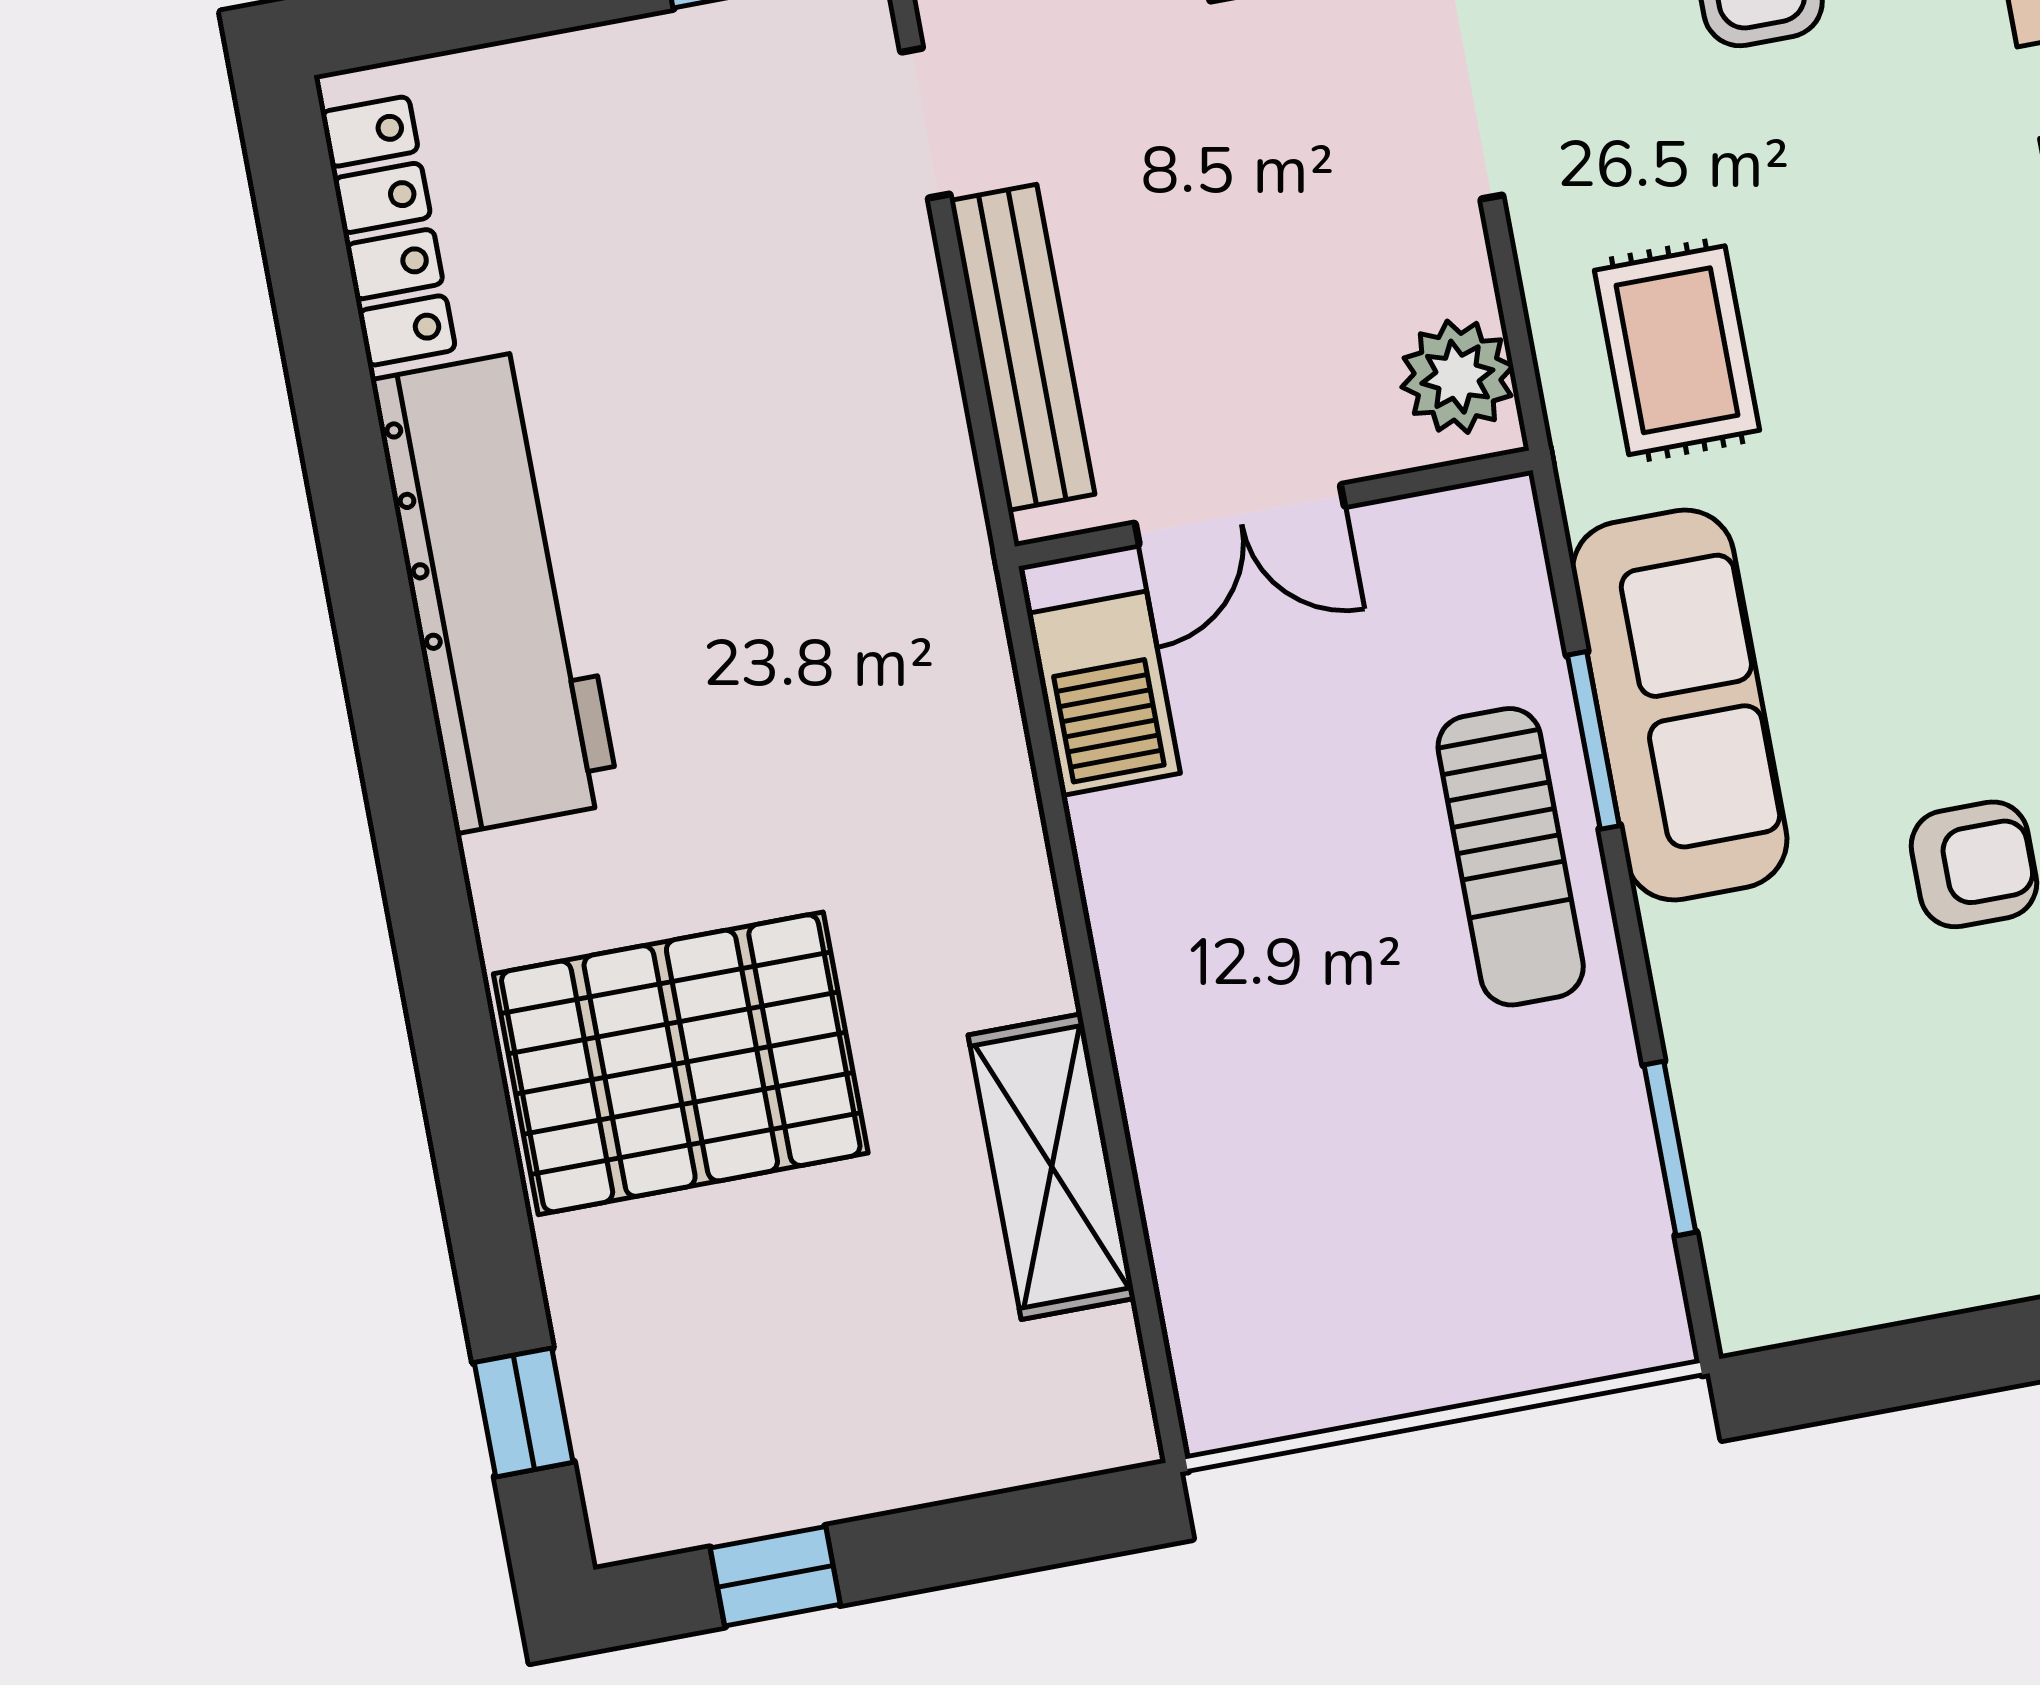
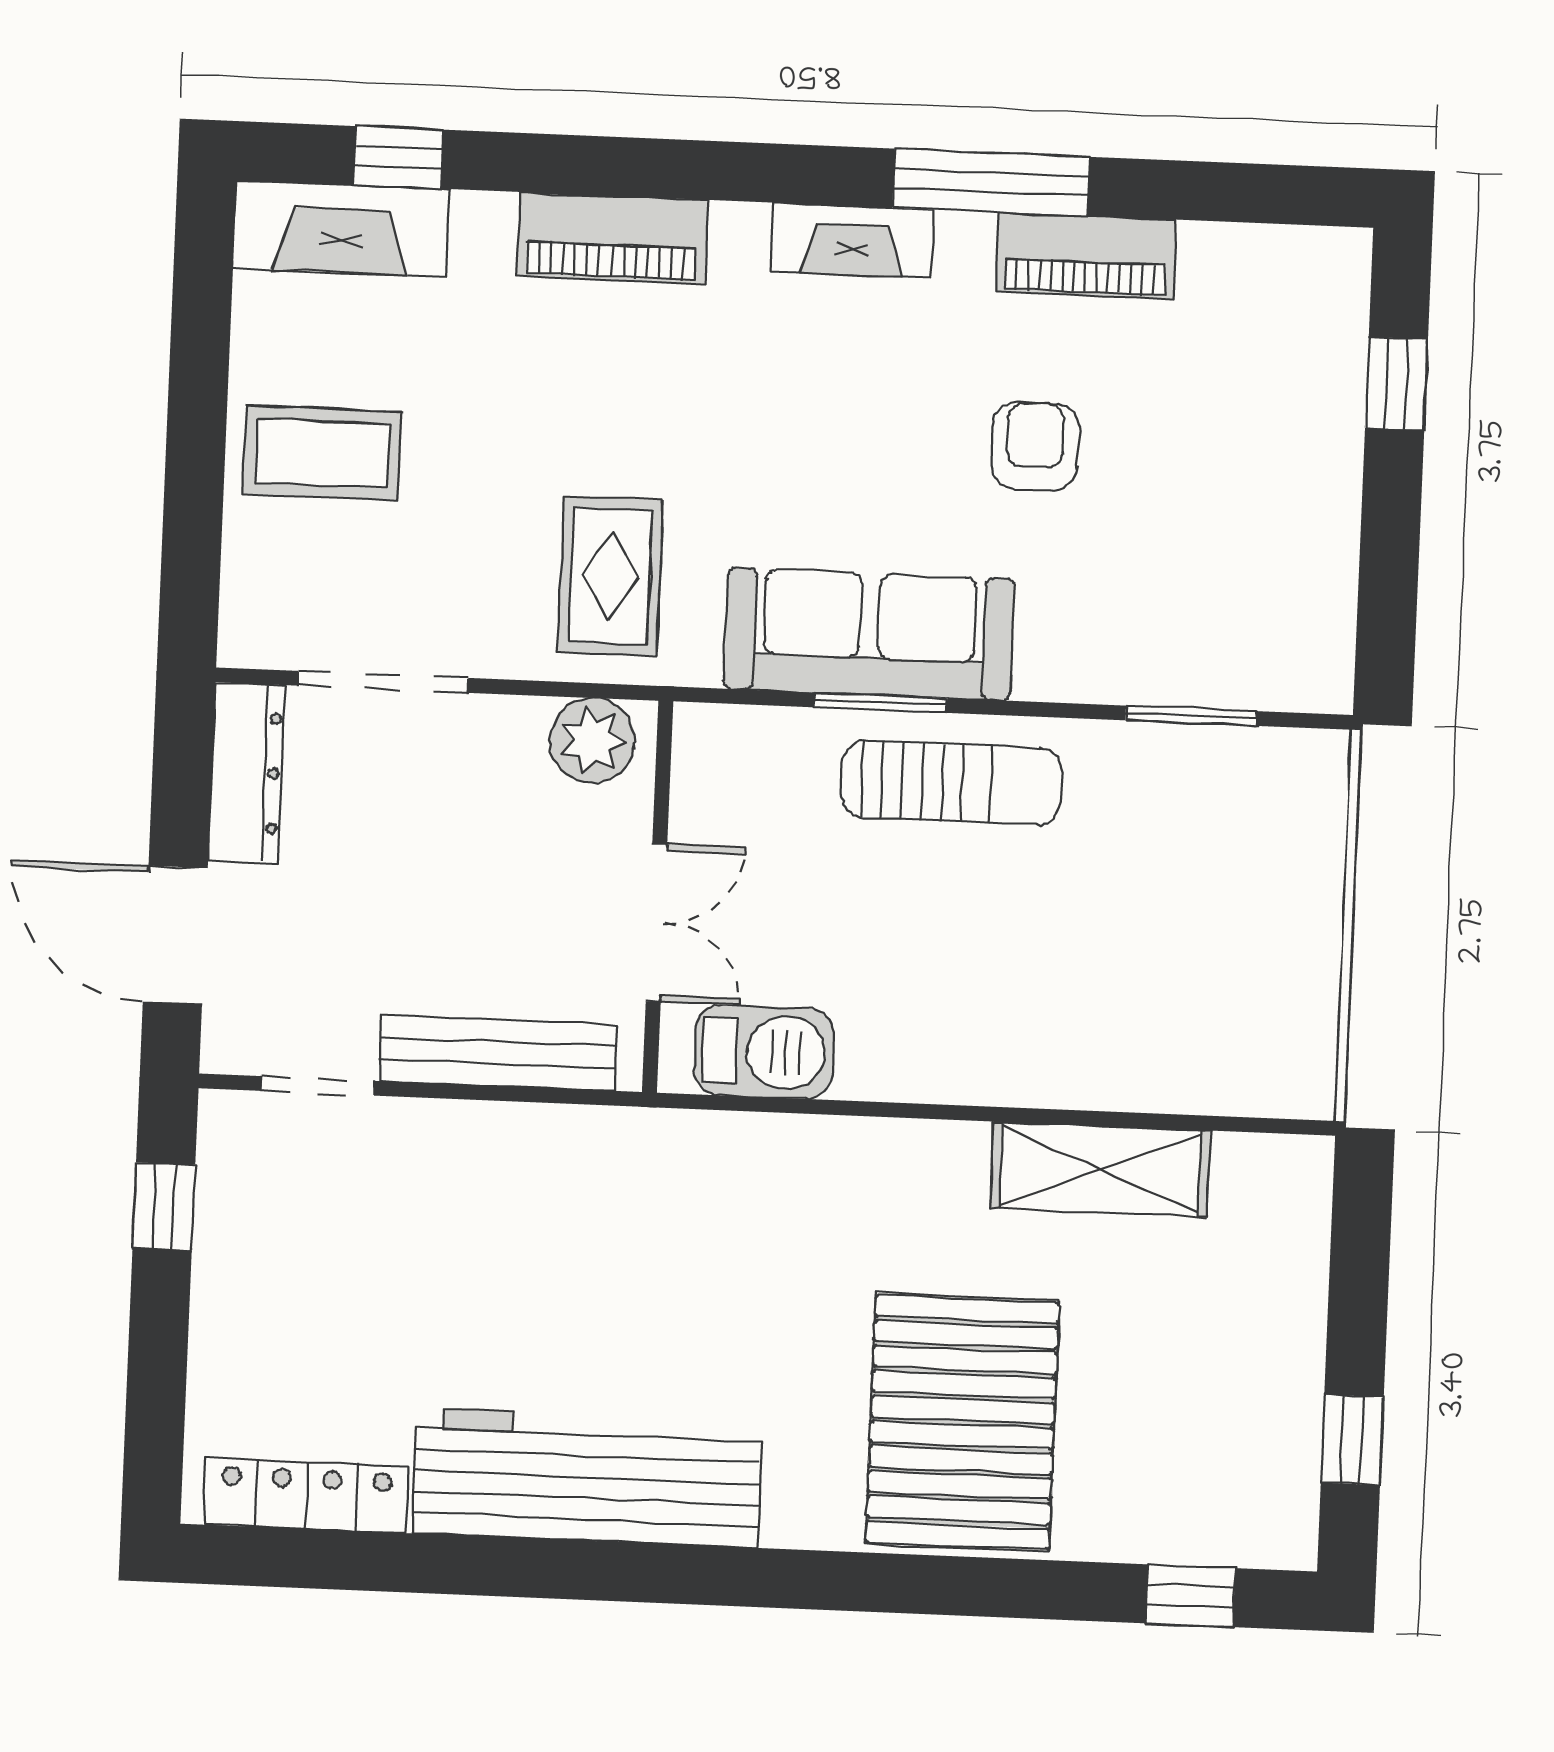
rug: (1677, 350) -> (610, 576), turned 90

